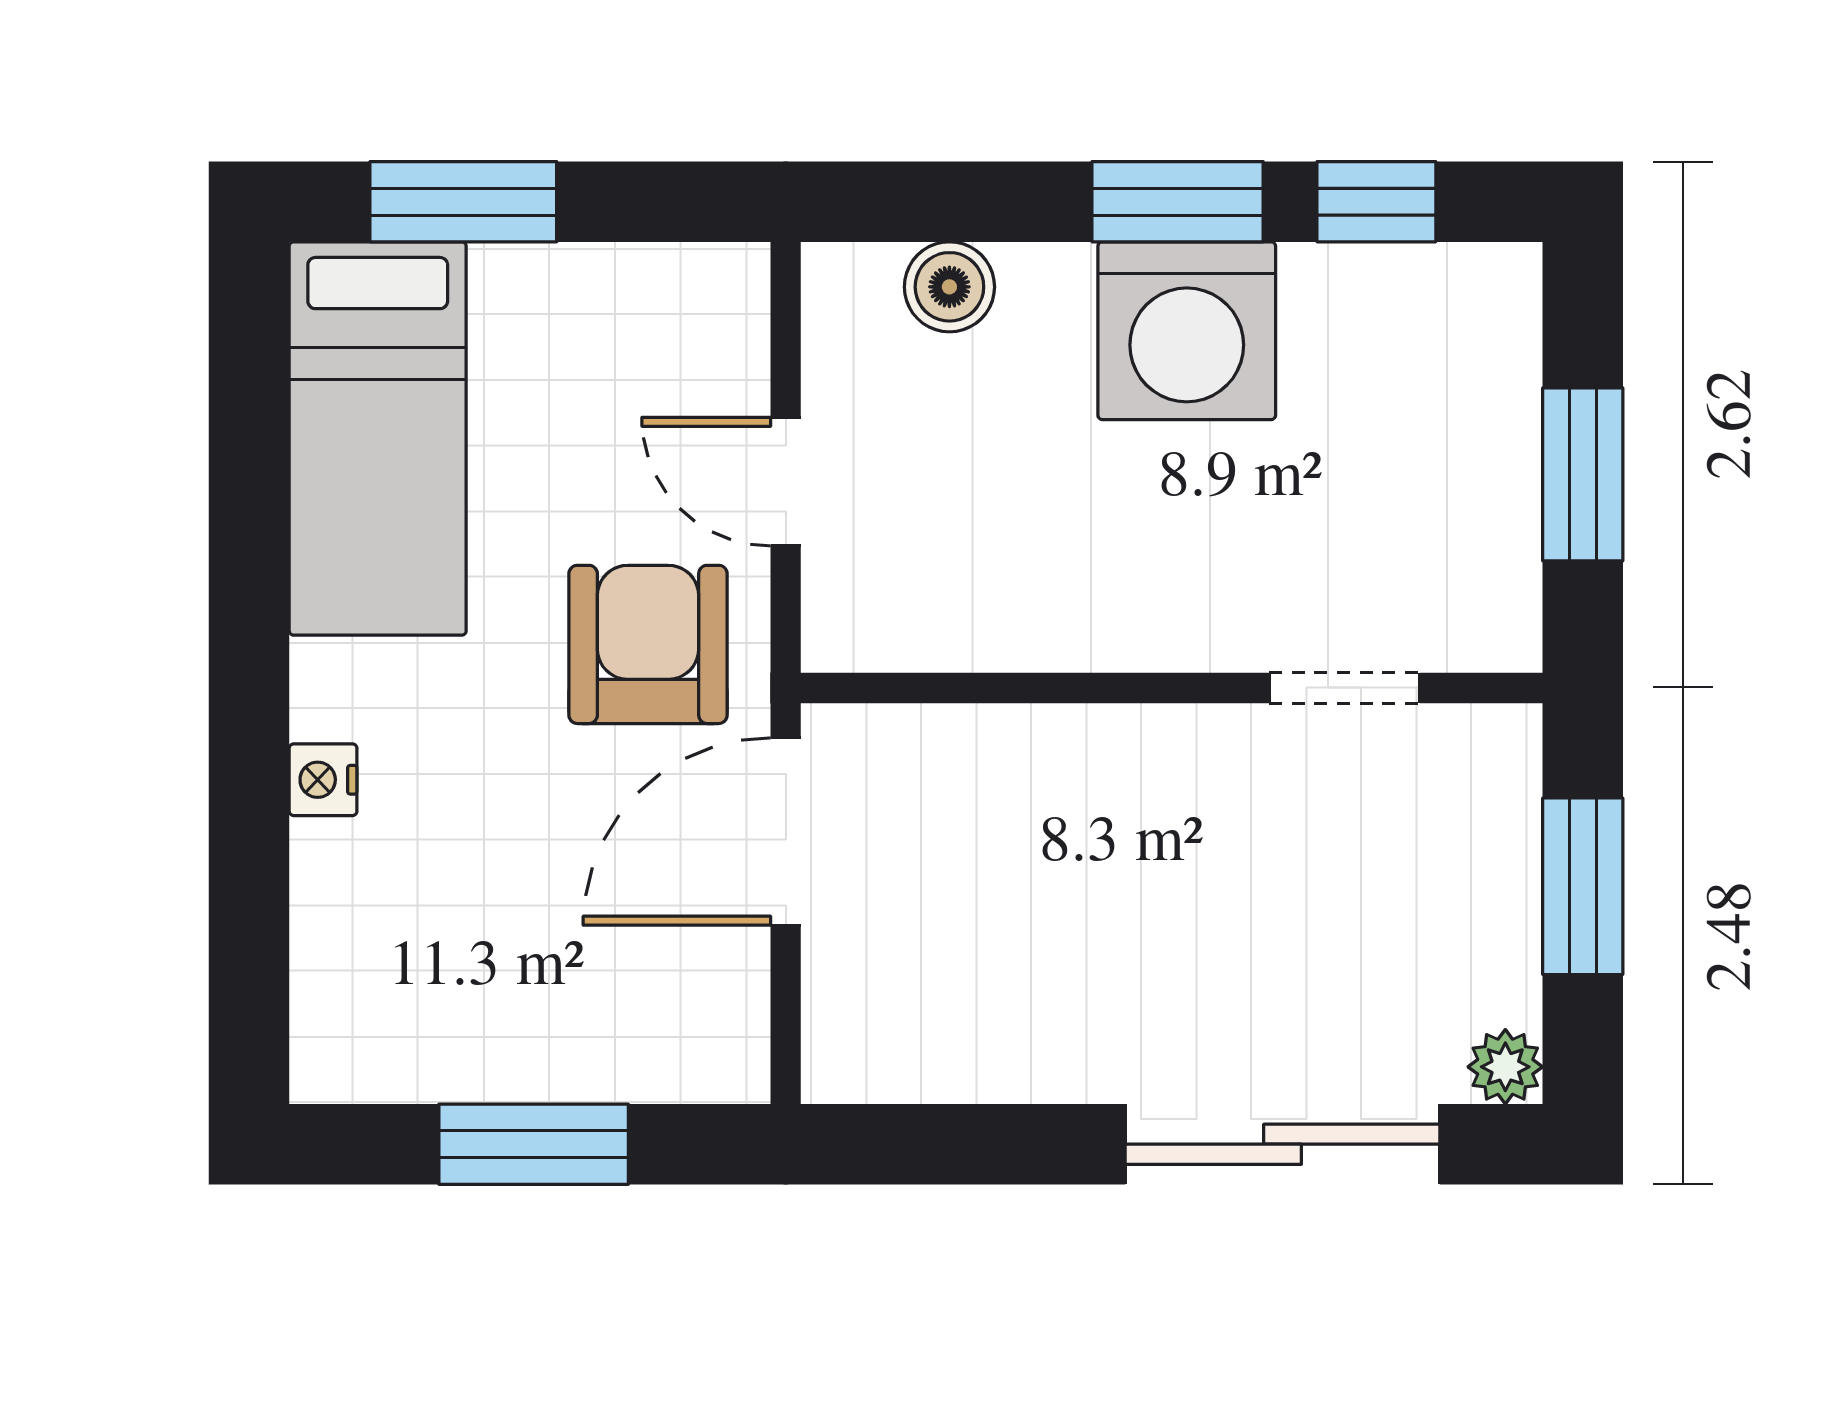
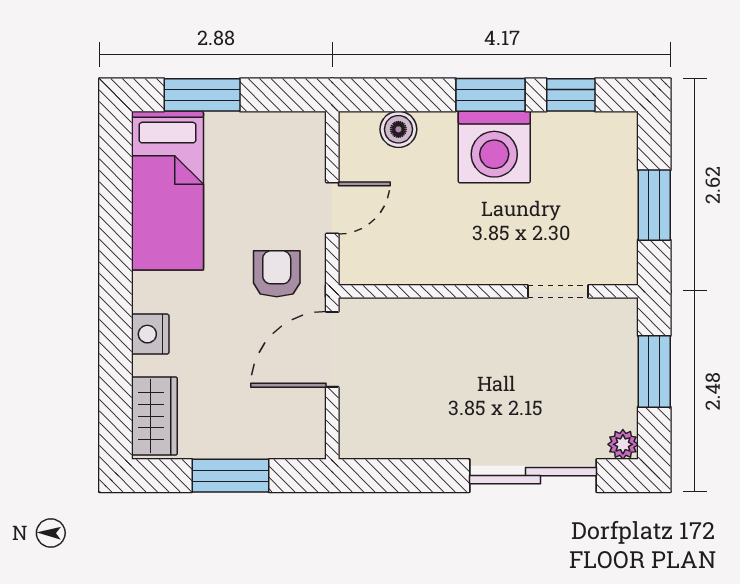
door: (786, 482) -> (332, 208), swing flipped
armchair: (648, 644) -> (277, 274), width x0.72, depth x0.72
nightstand: (323, 780) -> (150, 334), width x1.39, depth x1.35
wardrobe: (345, 997) -> (154, 416), added

